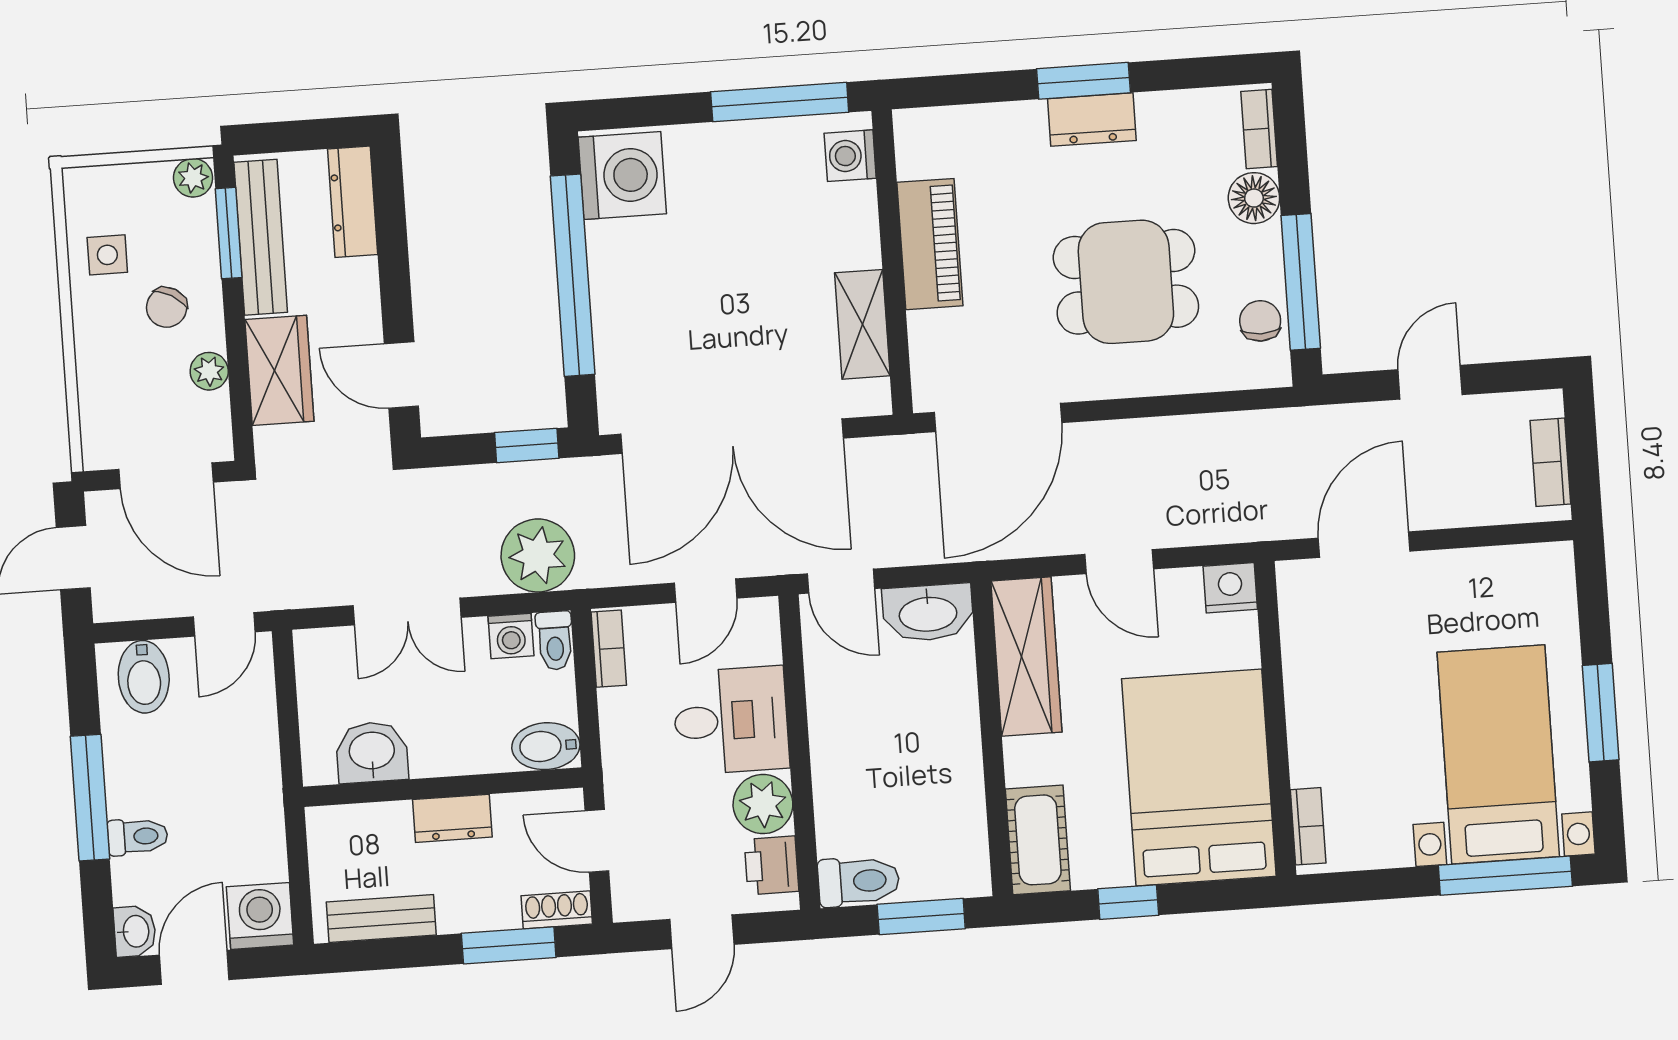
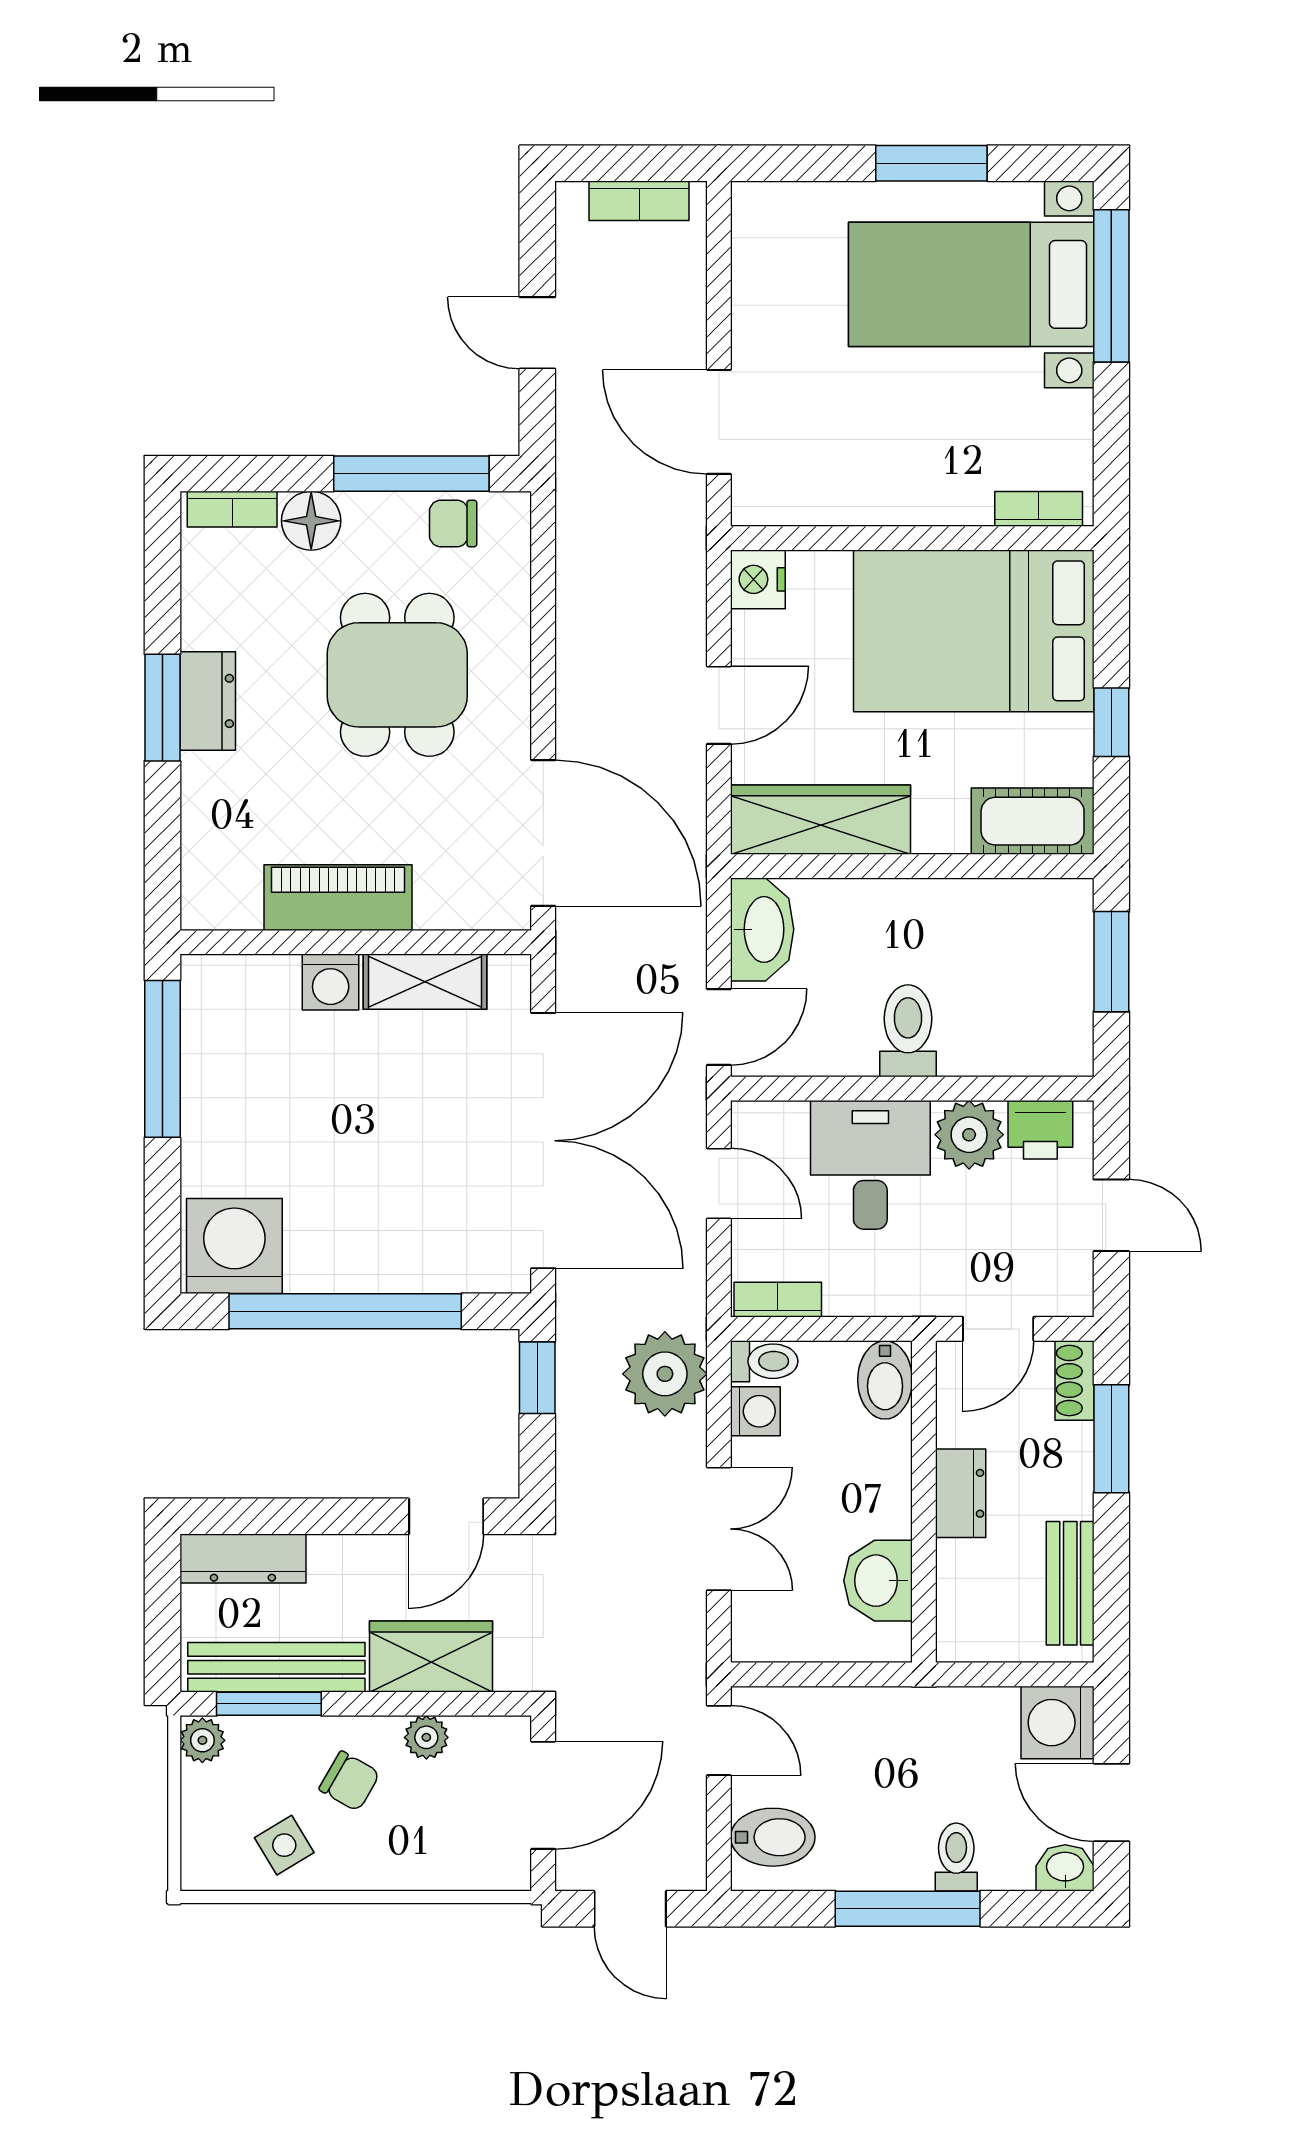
washing machine: (850, 156) -> (331, 982), moved
side table: (107, 255) -> (284, 1845), turned -31
toilet: (859, 881) -> (908, 1031), moved

